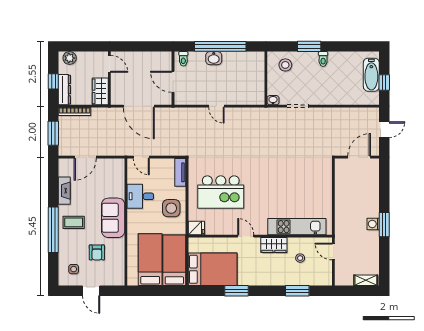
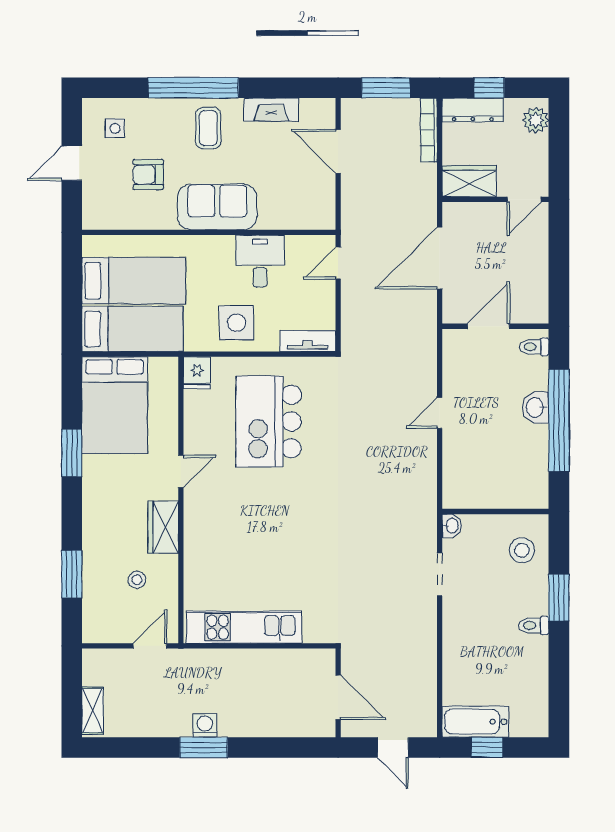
bathtub: (371, 75) -> (475, 722), moved
kitchen unit: (297, 227) -> (244, 627), moved, turned -90

